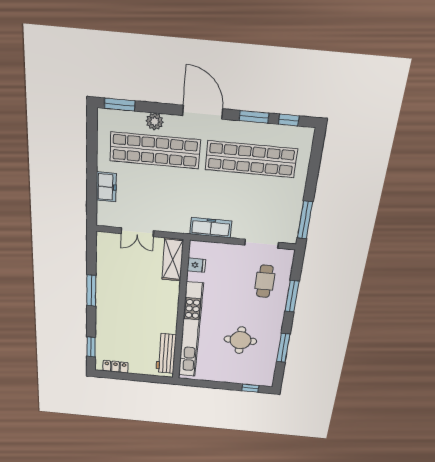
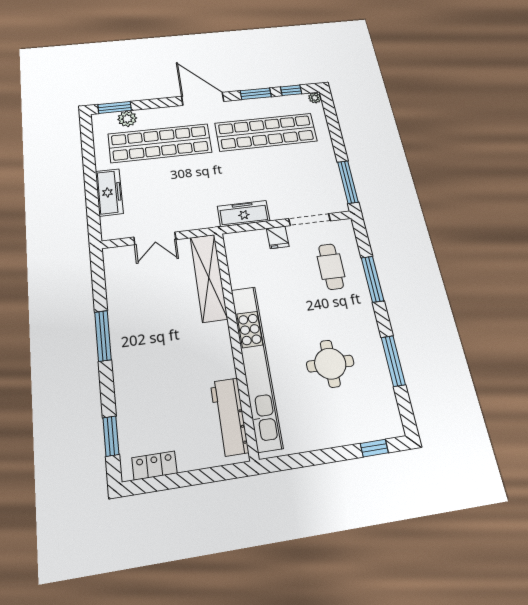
plant: (155, 121) -> (127, 119), moved
plant: (308, 133) -> (315, 98), added
freezer: (106, 187) -> (109, 192), width x1.40
shelving: (173, 259) -> (209, 277), width x1.47
fridge: (196, 265) -> (278, 237), moved, turned 90

